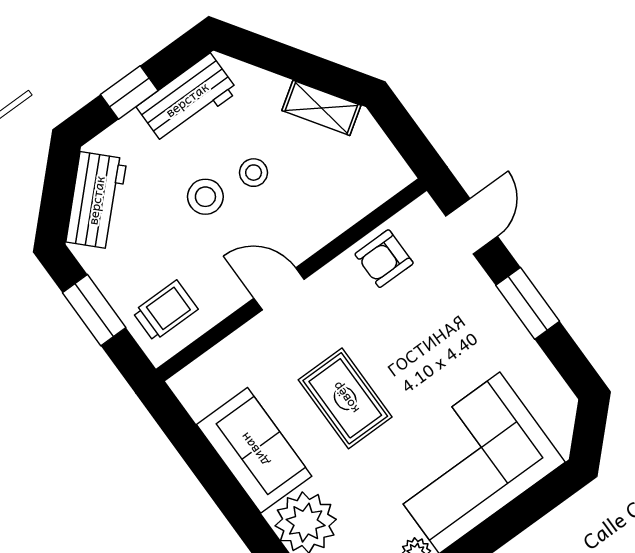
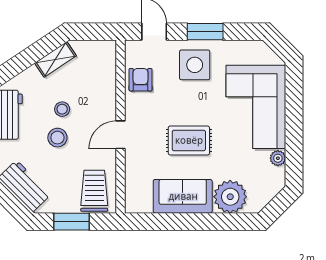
armchair: (384, 259) -> (141, 80), turned 180
trolley: (165, 311) -> (94, 191), width x1.36, depth x1.39
side table: (466, 324) -> (195, 65), added

